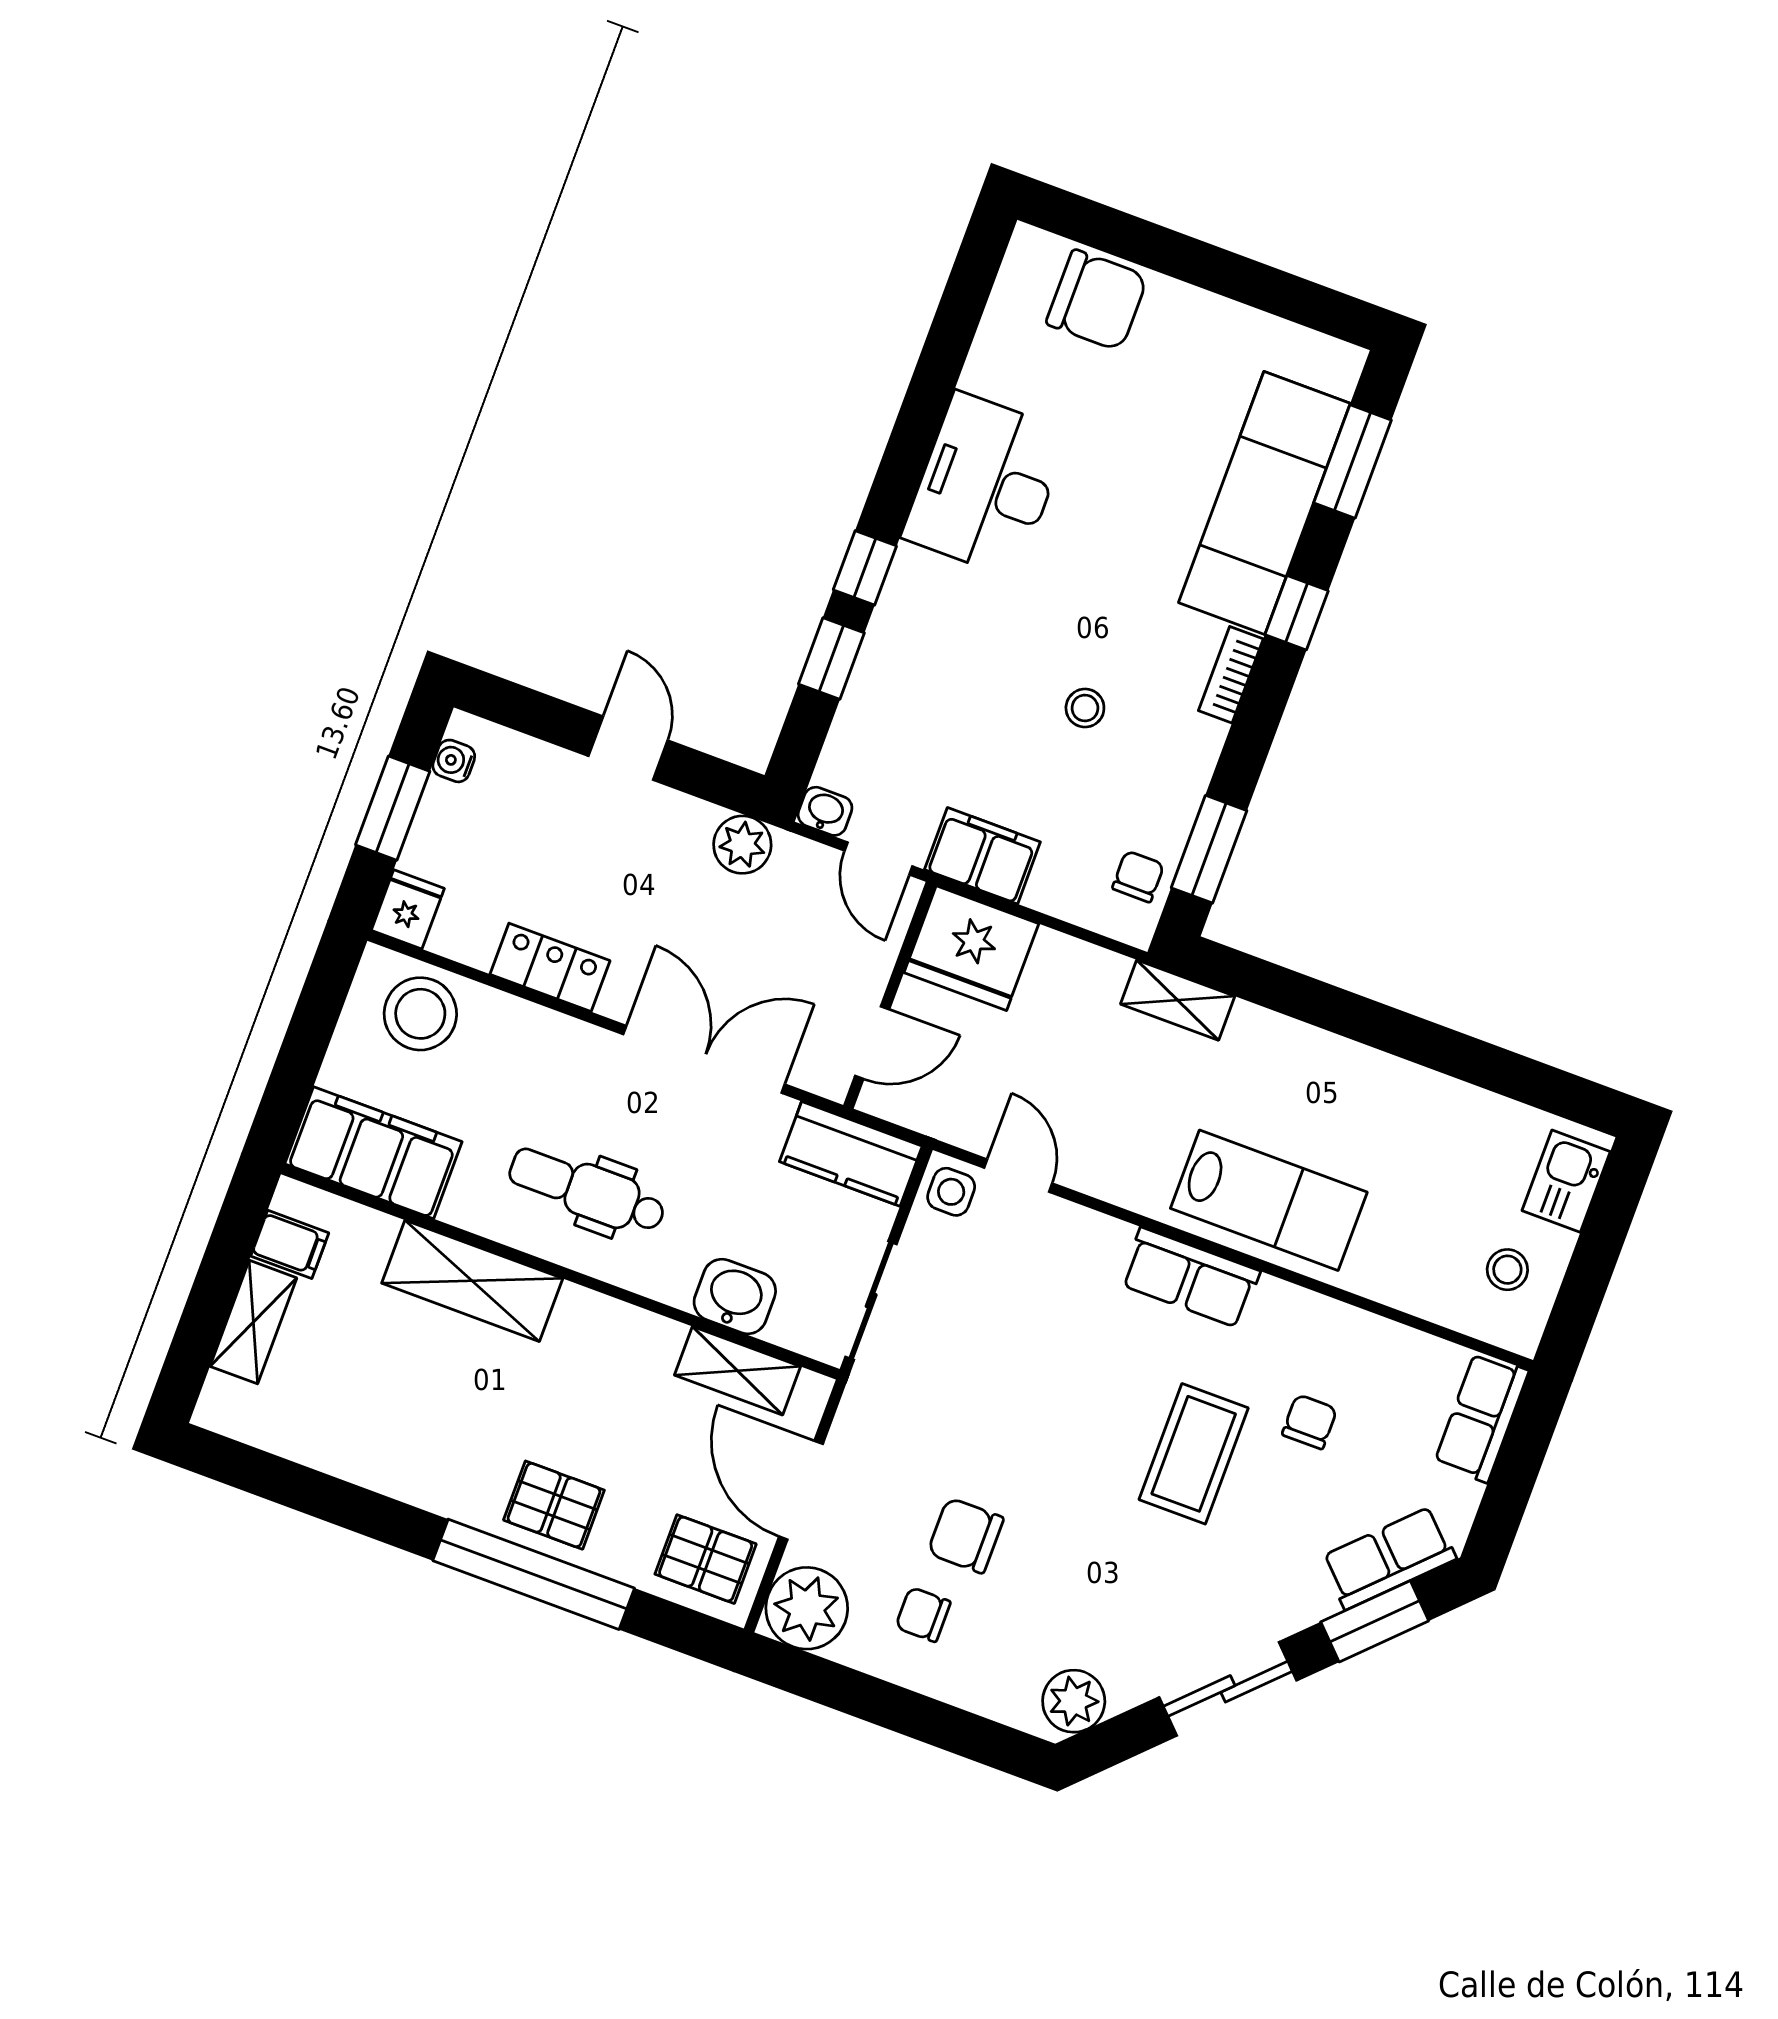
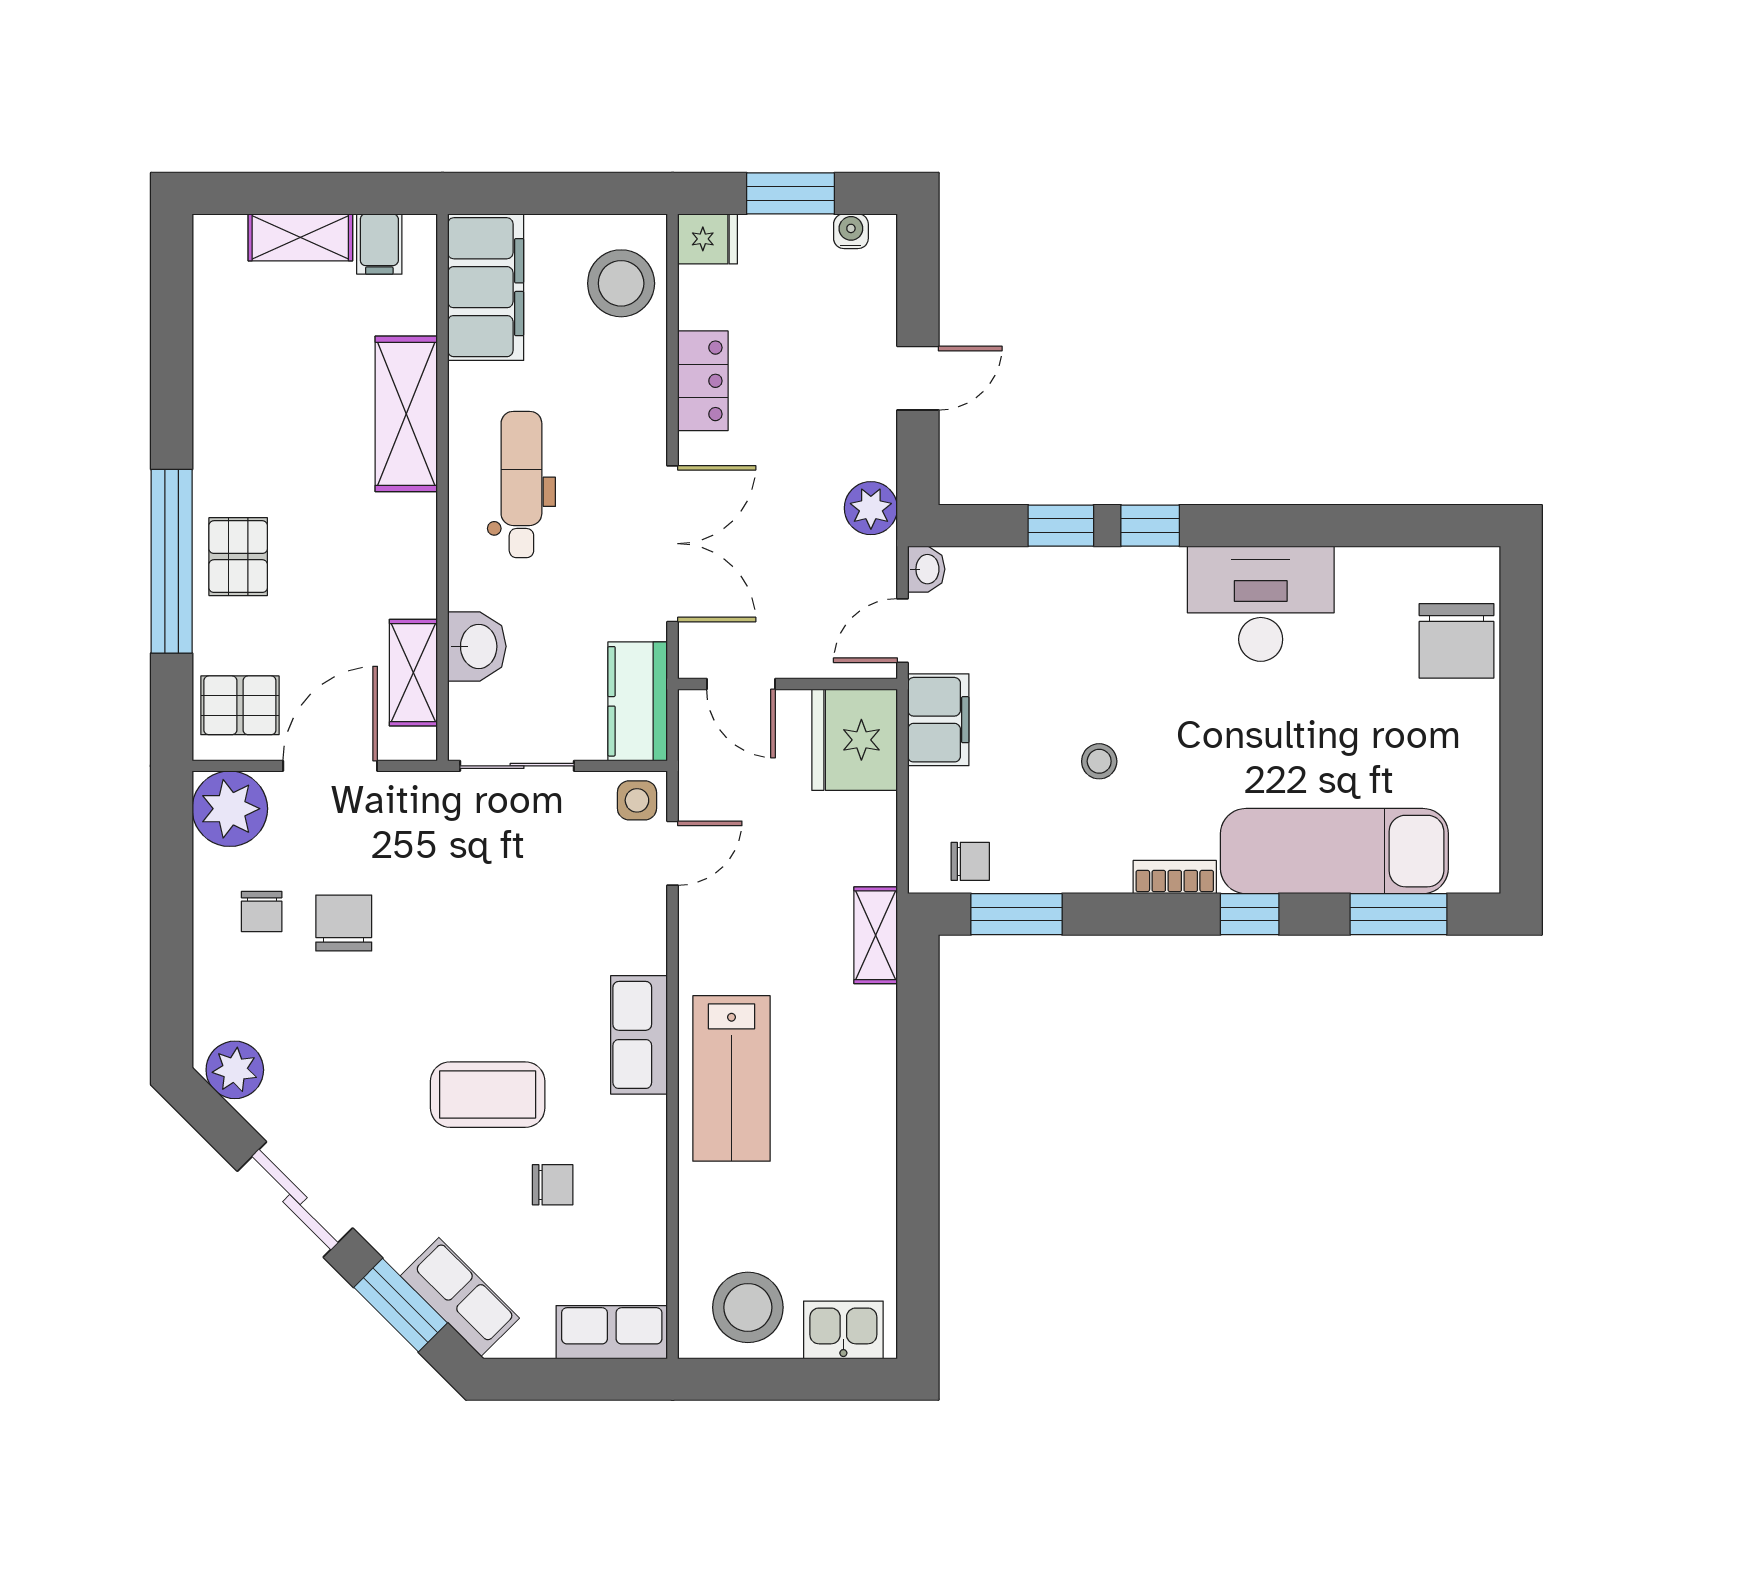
stool: (1507, 1270) -> (748, 1307), width x1.89, depth x1.89
pallet: (706, 1559) -> (240, 705), turned 90
chair: (923, 1615) -> (262, 912), turned 180

